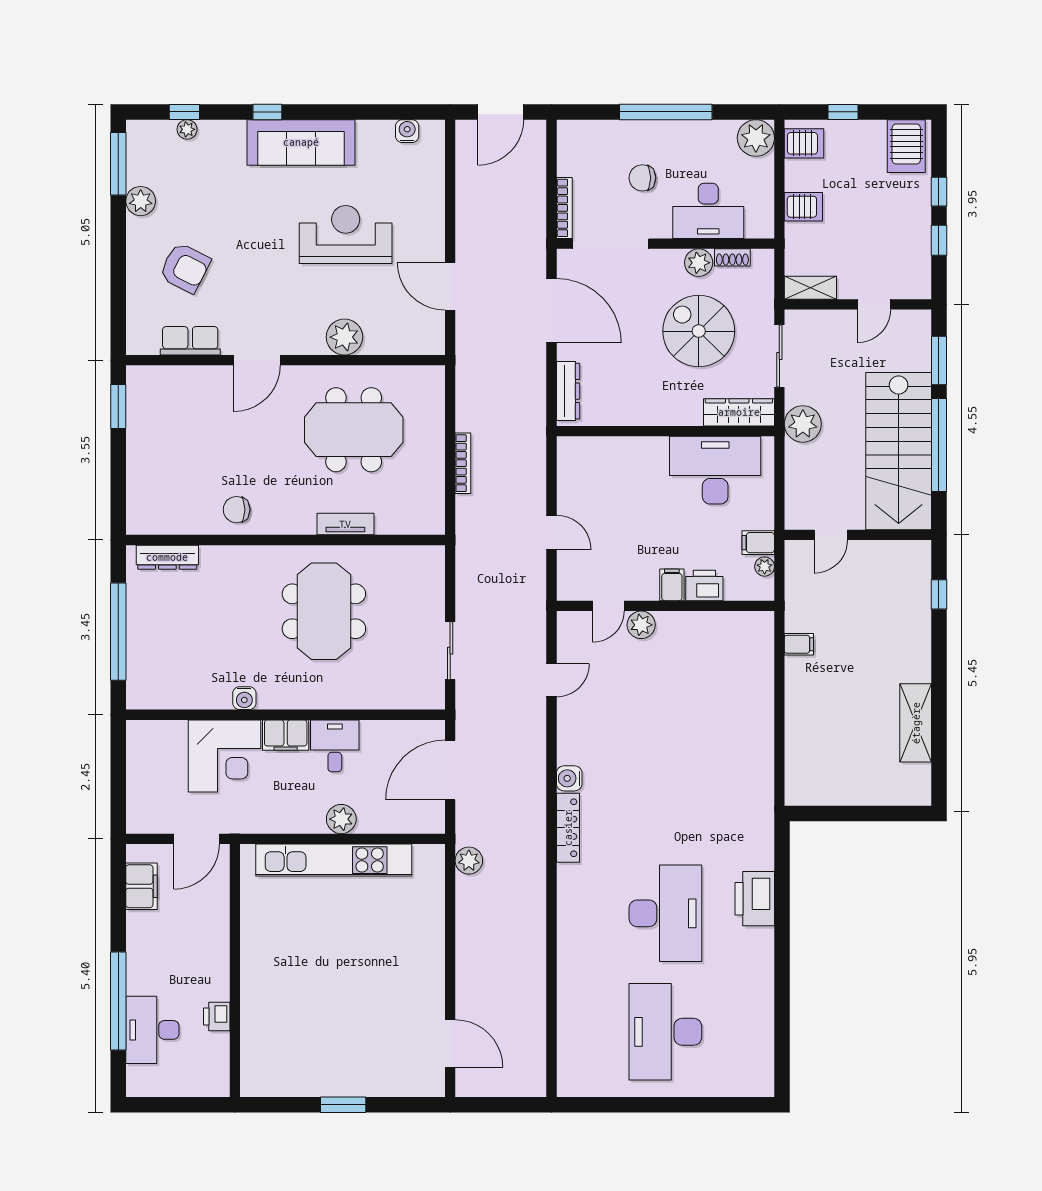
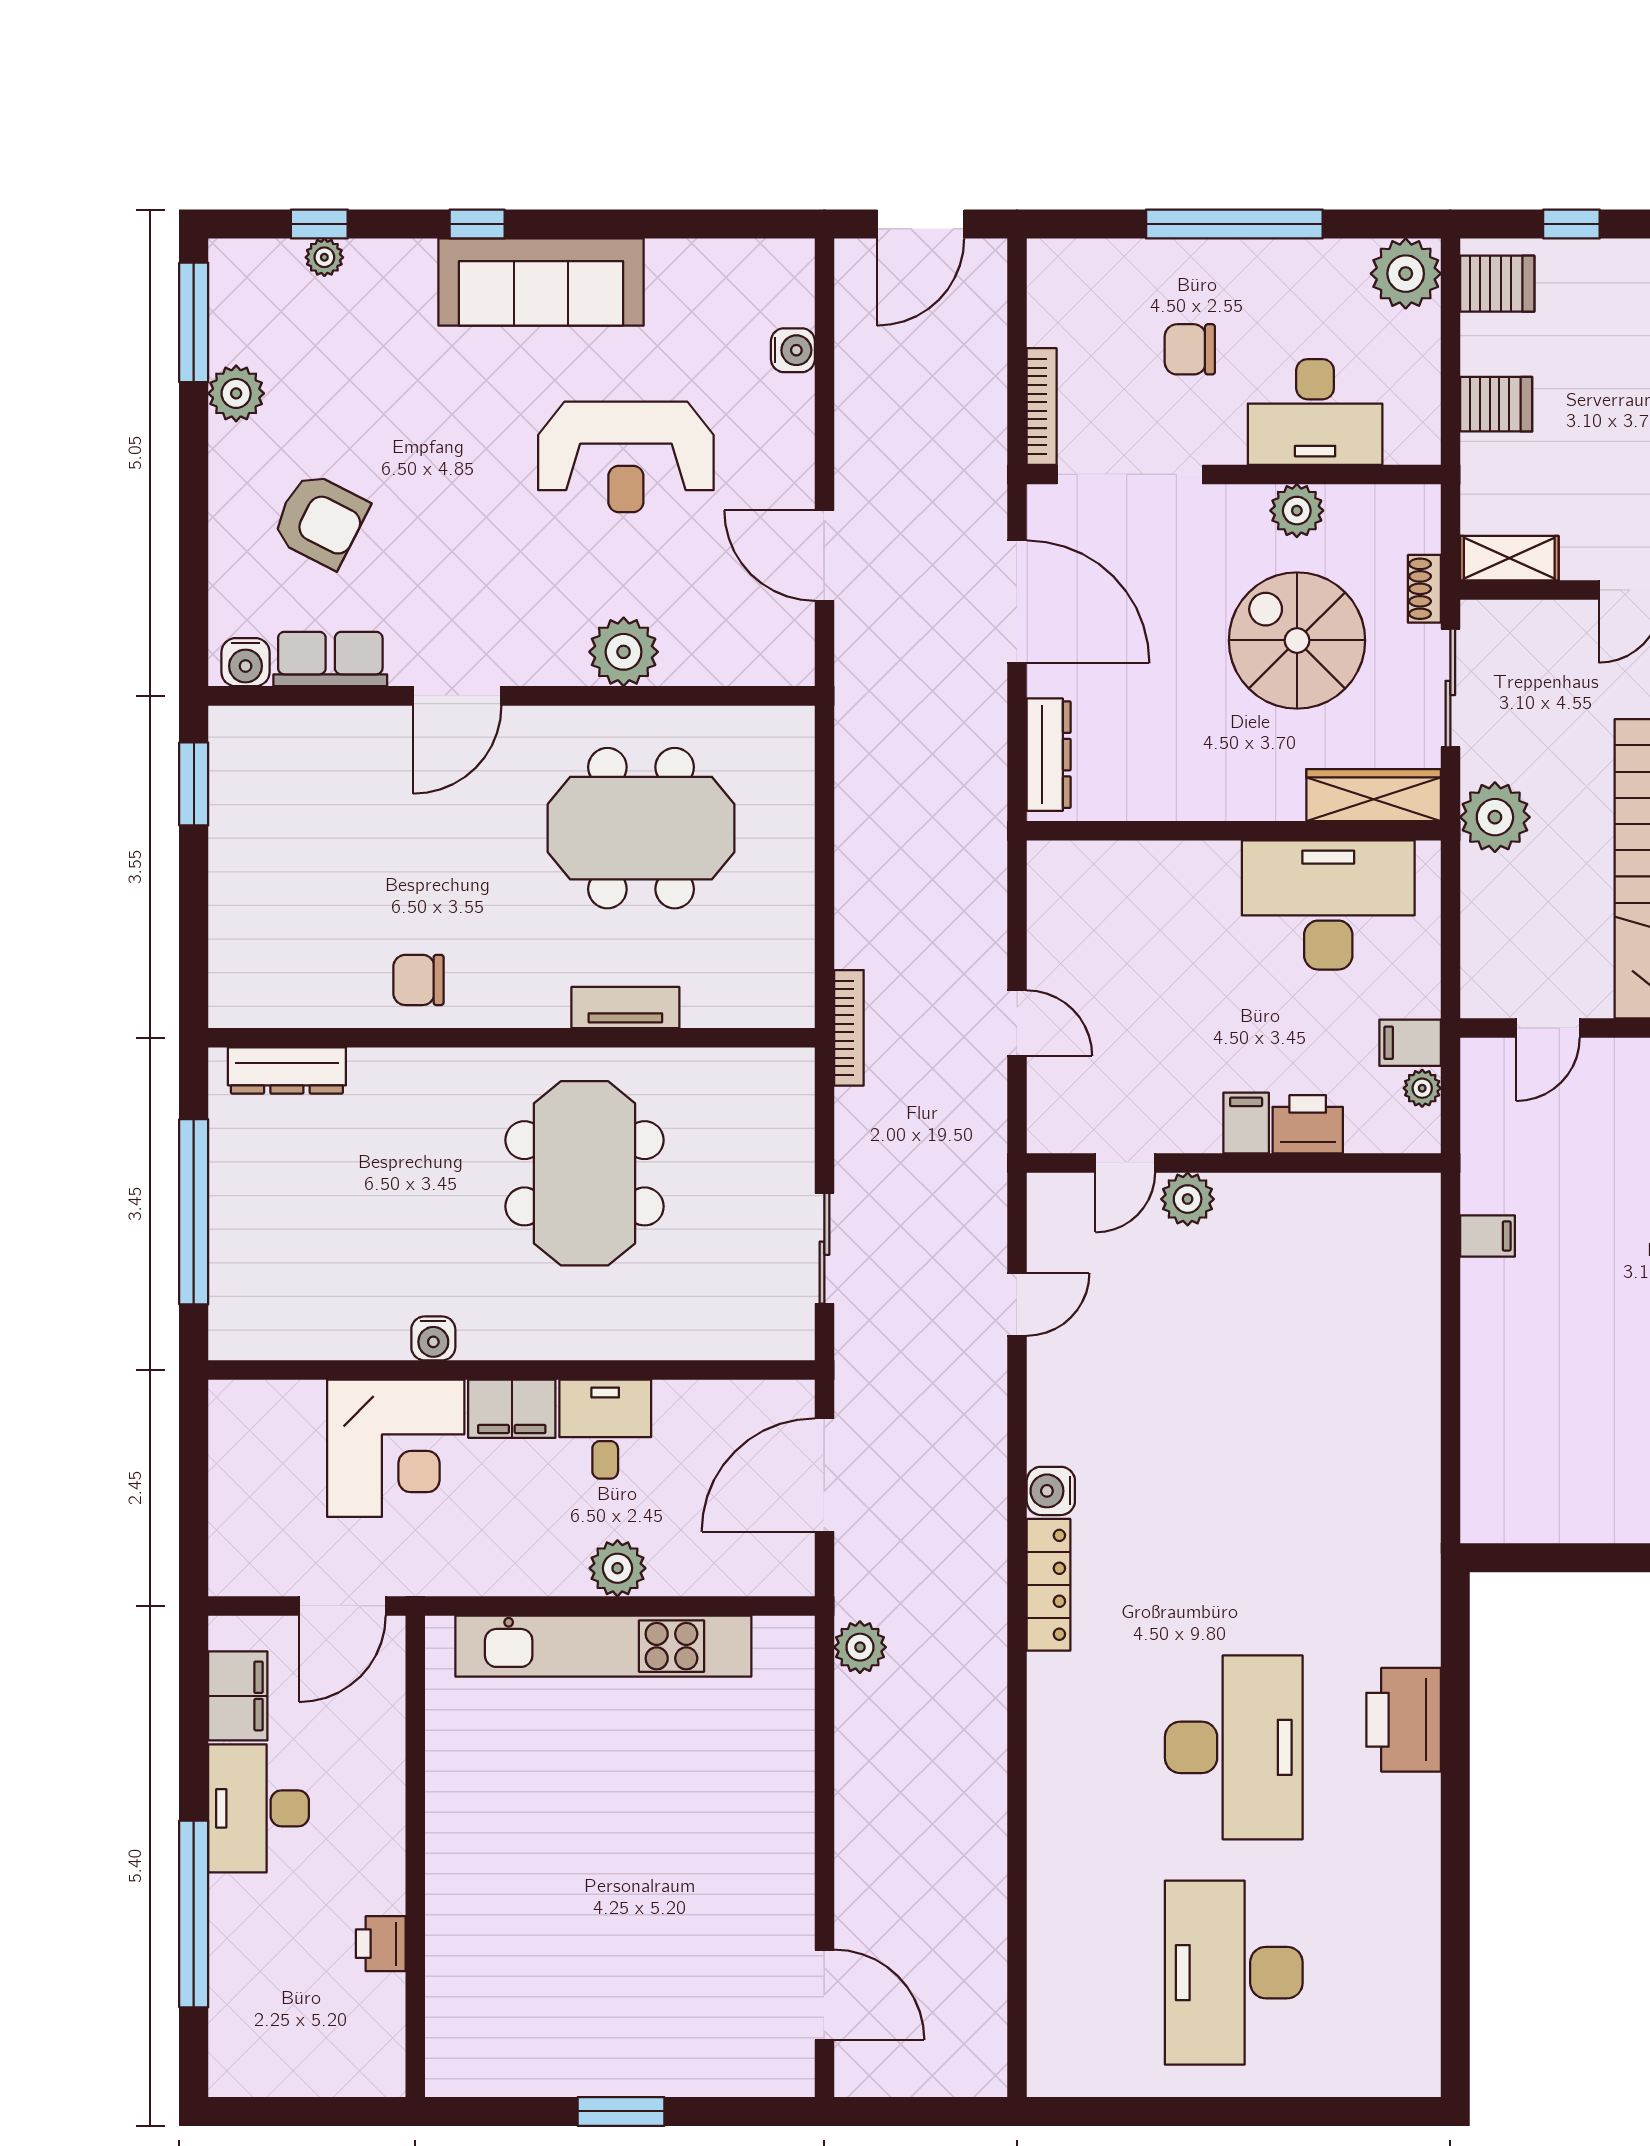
water cooler: (407, 131) -> (793, 350), moved, turned 90
reception desk: (346, 234) -> (626, 457), turned 180
shoe rack: (732, 257) -> (1424, 589), moved, turned 90
water cooler: (146, 342) -> (246, 662), added
bookcase: (463, 463) -> (849, 1028), moved
desk: (152, 1030) -> (259, 1808), moved

